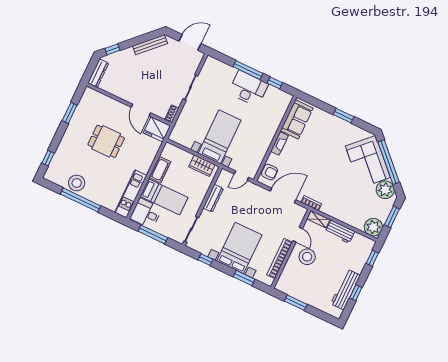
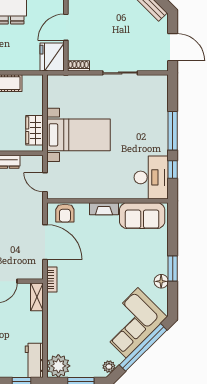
desk: (248, 88) -> (151, 177), moved
floor lamp: (349, 128) -> (161, 281), added
plant: (385, 190) -> (109, 367), width x0.53, depth x0.53
workbench: (340, 232) -> (34, 360), moved

